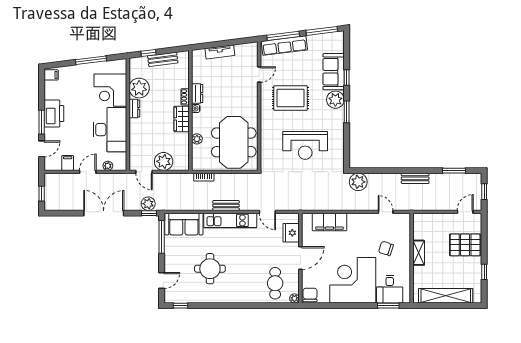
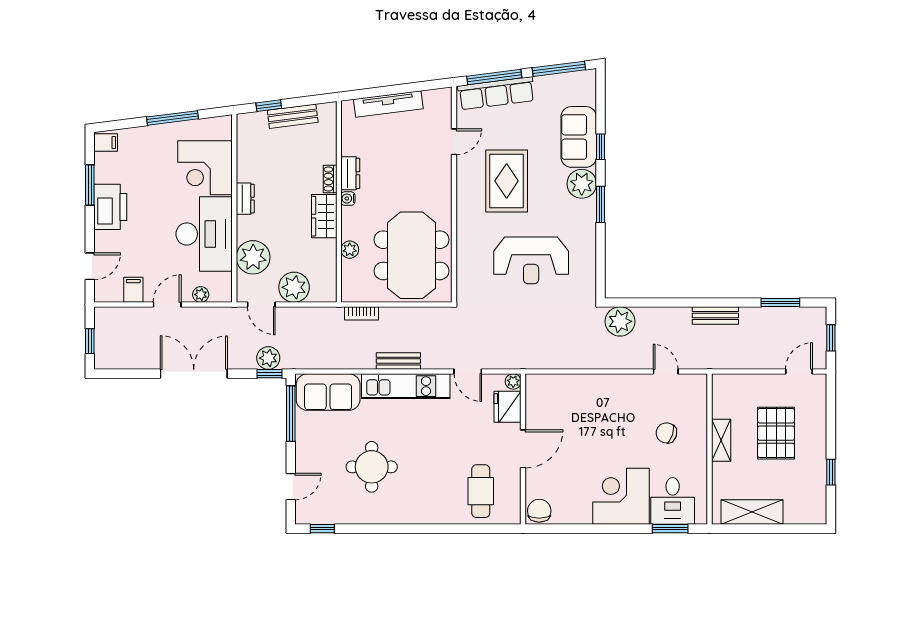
tv unit: (220, 52) -> (388, 104), width x1.41
plant: (139, 88) -> (253, 257), moved
rug: (290, 98) -> (507, 181), turned 90
window: (42, 122) -> (90, 185), moved
filing cabinet: (329, 222) -> (572, 389), removed
pallet: (465, 245) -> (776, 433), moved, turned 90
corner desk: (353, 280) -> (621, 496), width x0.74, depth x0.74
shelving: (446, 296) -> (752, 512), width x0.68
plant: (294, 298) -> (513, 381), moved

